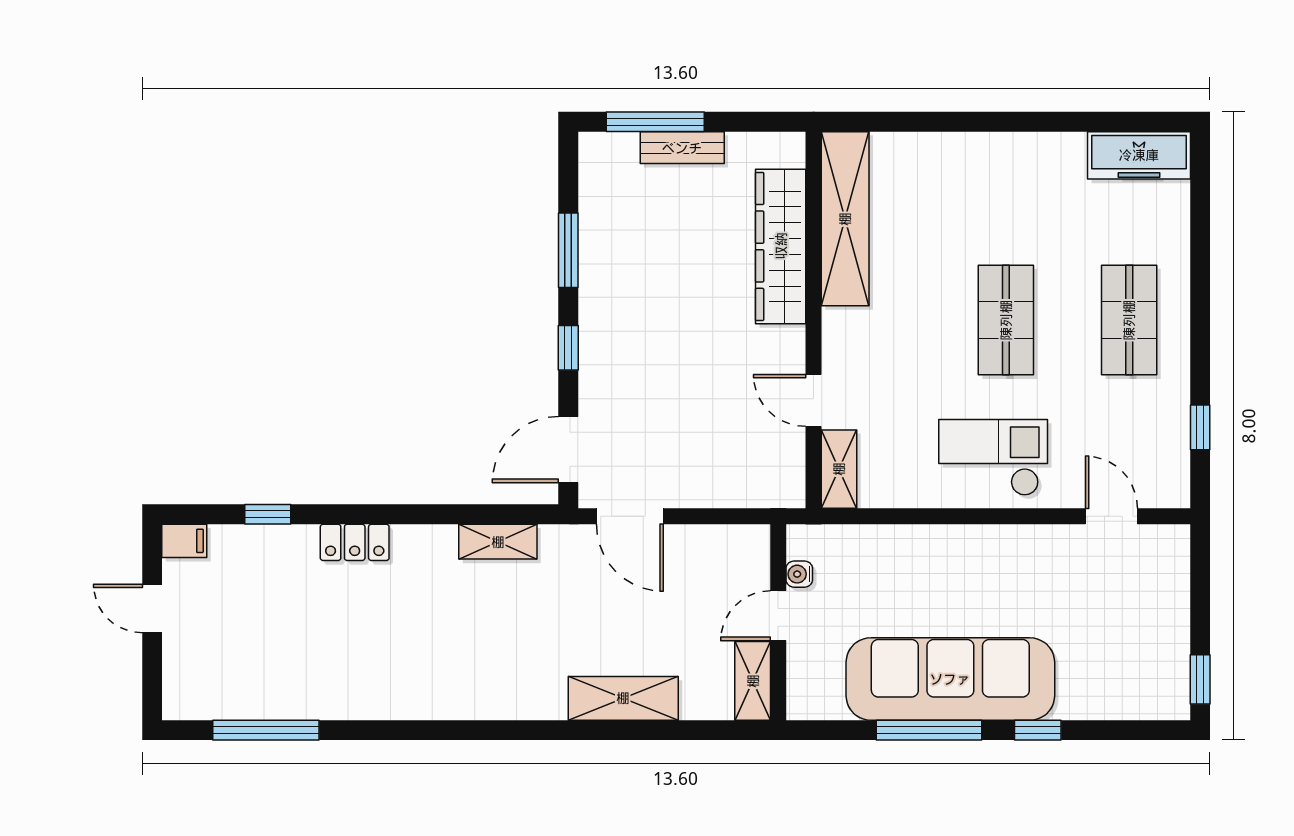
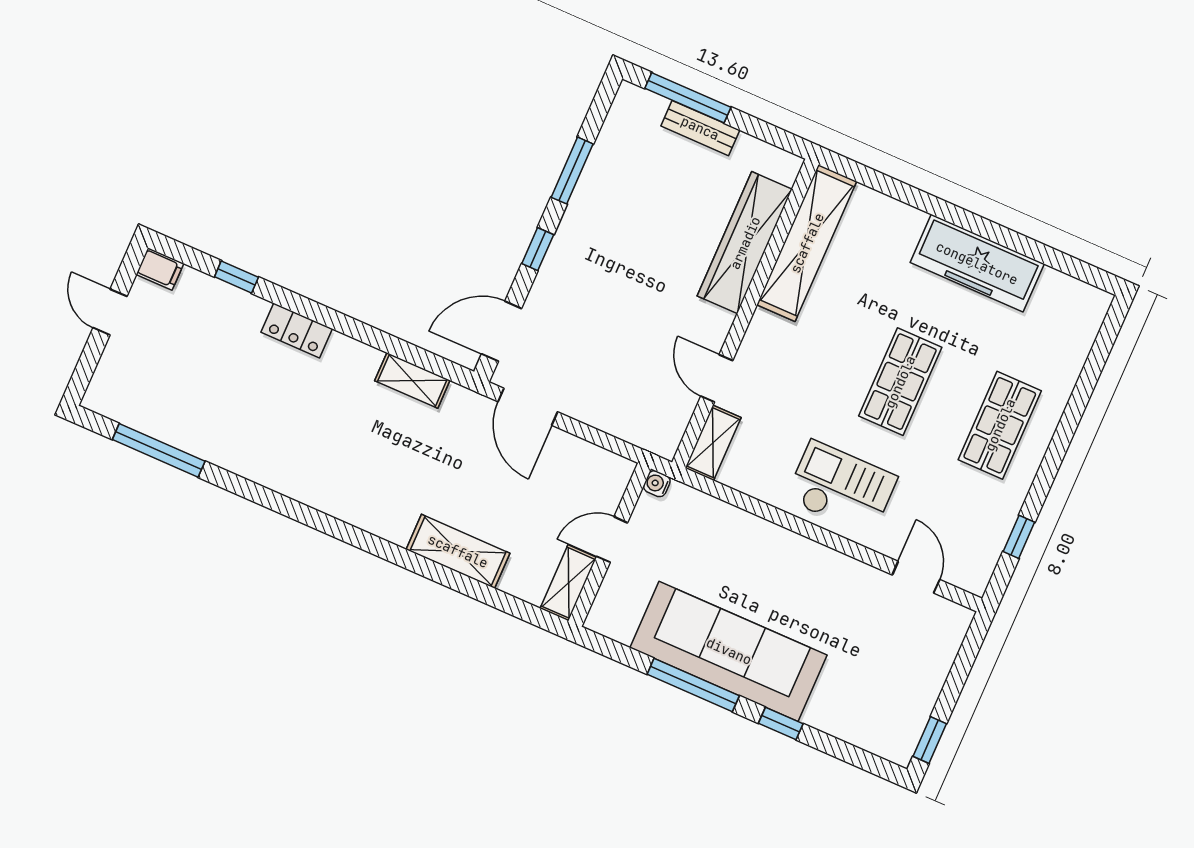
freezer: (1139, 155) -> (977, 263), moved, width x1.36, depth x1.26
water cooler: (799, 574) -> (657, 484), moved

